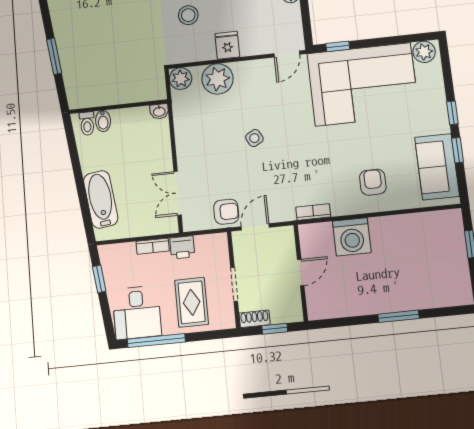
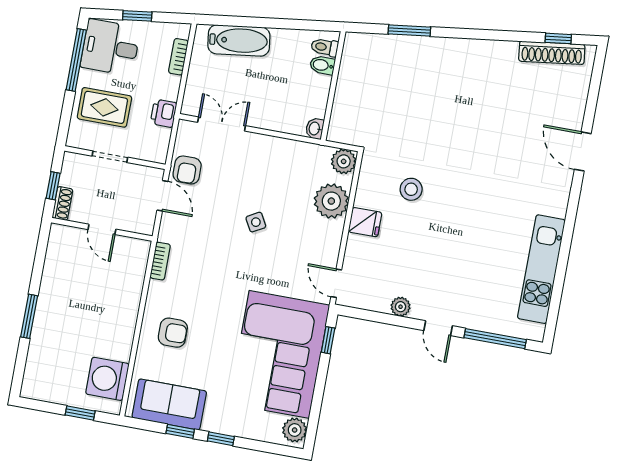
washing machine: (352, 237) -> (107, 379), moved
bookcase: (153, 246) -> (178, 57), moved
window: (99, 279) -> (137, 16), moved
shoe rack: (255, 319) -> (62, 203), moved

